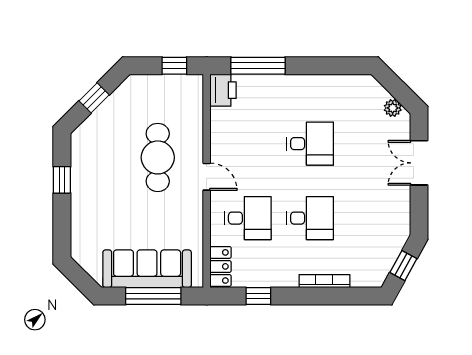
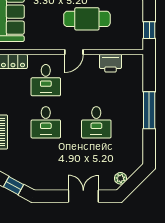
window: (258, 66) -> (149, 110), moved
printer: (223, 90) -> (111, 63), moved

